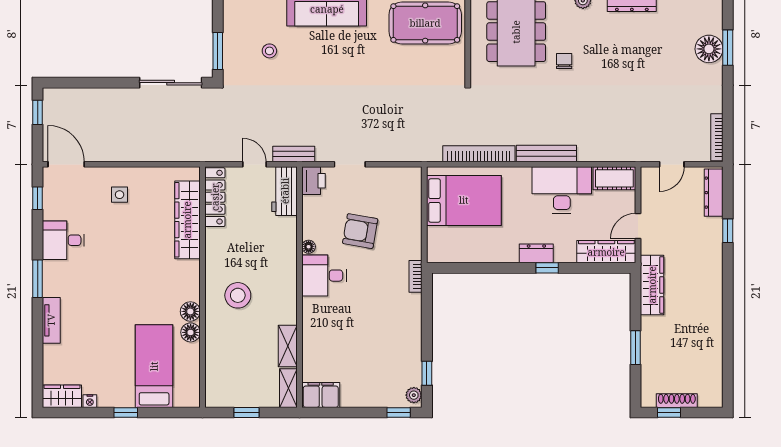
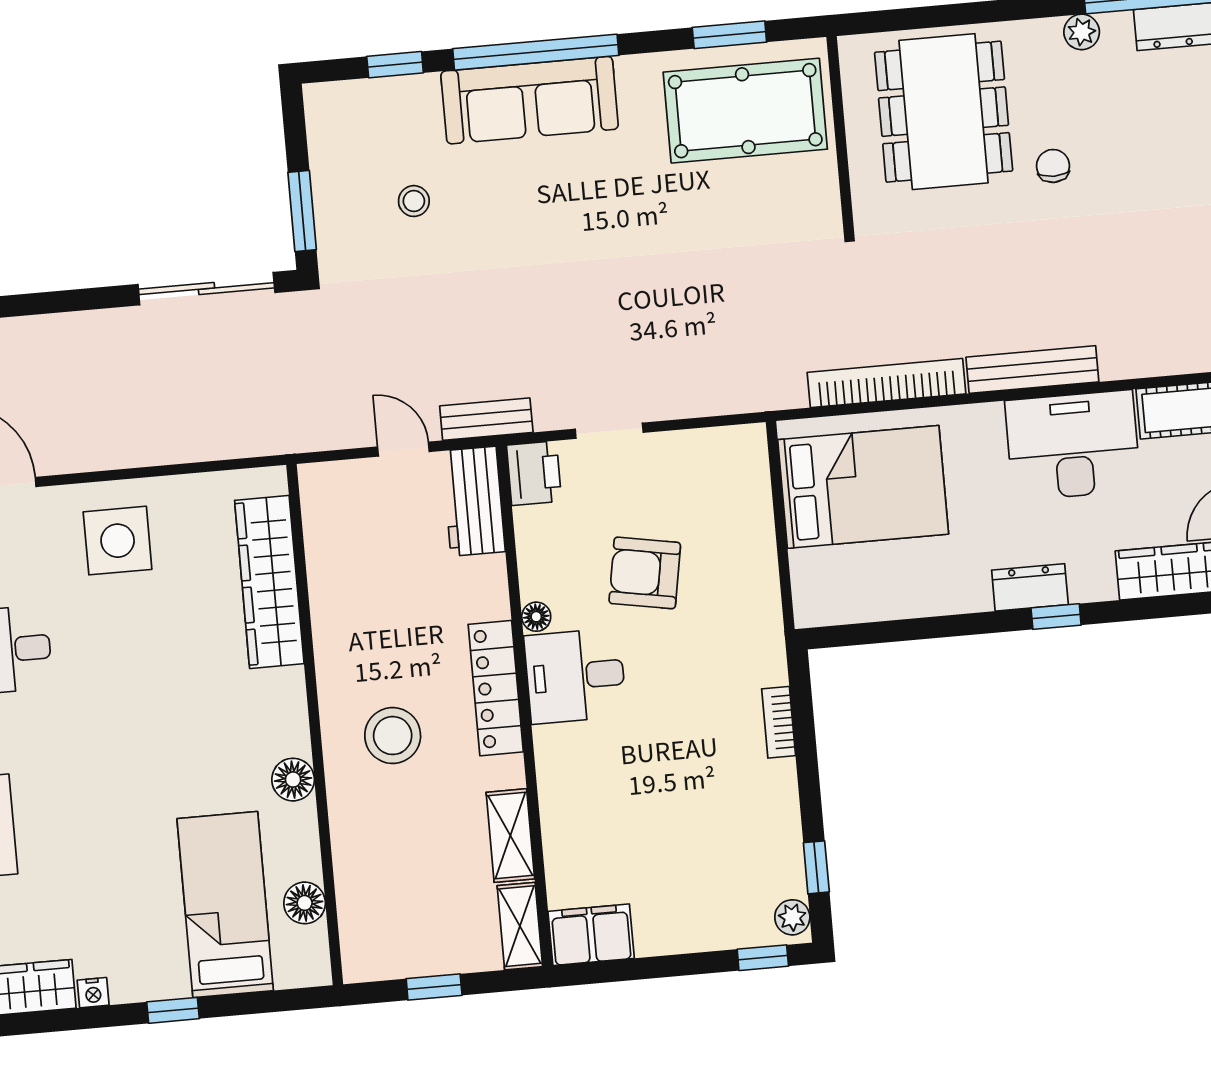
side table: (120, 195) -> (118, 541), width x1.87, depth x1.87
locker: (215, 197) -> (496, 688), moved, turned 180
bookcase: (415, 276) -> (779, 722), moved
floor lamp: (191, 332) -> (305, 903), moved

